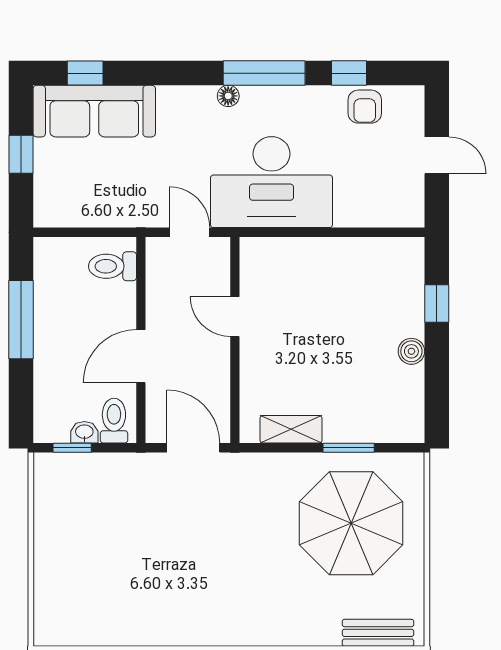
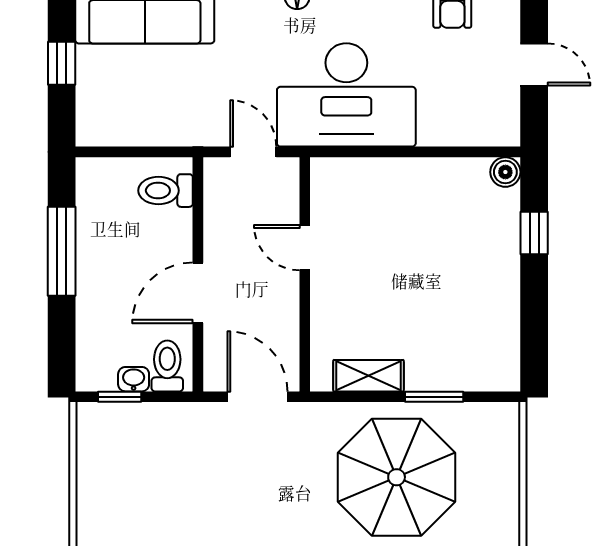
boiler: (411, 351) -> (505, 172), moved
parasol: (351, 523) -> (397, 477), moved

